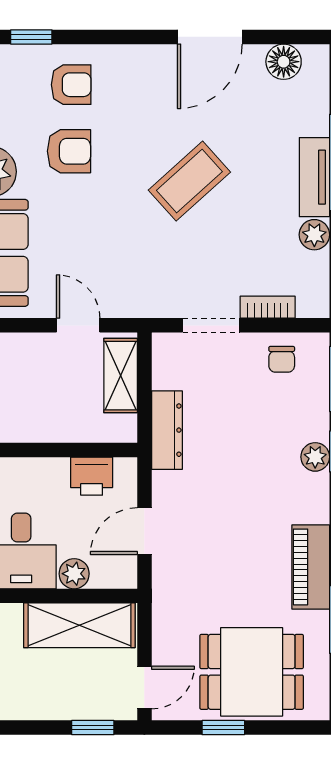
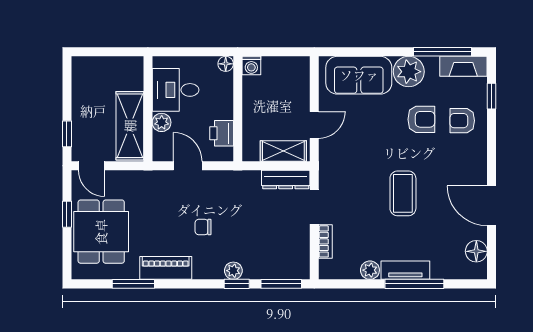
armchair: (71, 85) -> (462, 121), turned 90
armchair: (69, 151) -> (421, 119), turned -90
coffee table: (189, 181) -> (403, 193), turned 42
chair: (282, 359) -> (203, 227), moved
dresser: (167, 430) -> (286, 180), moved

